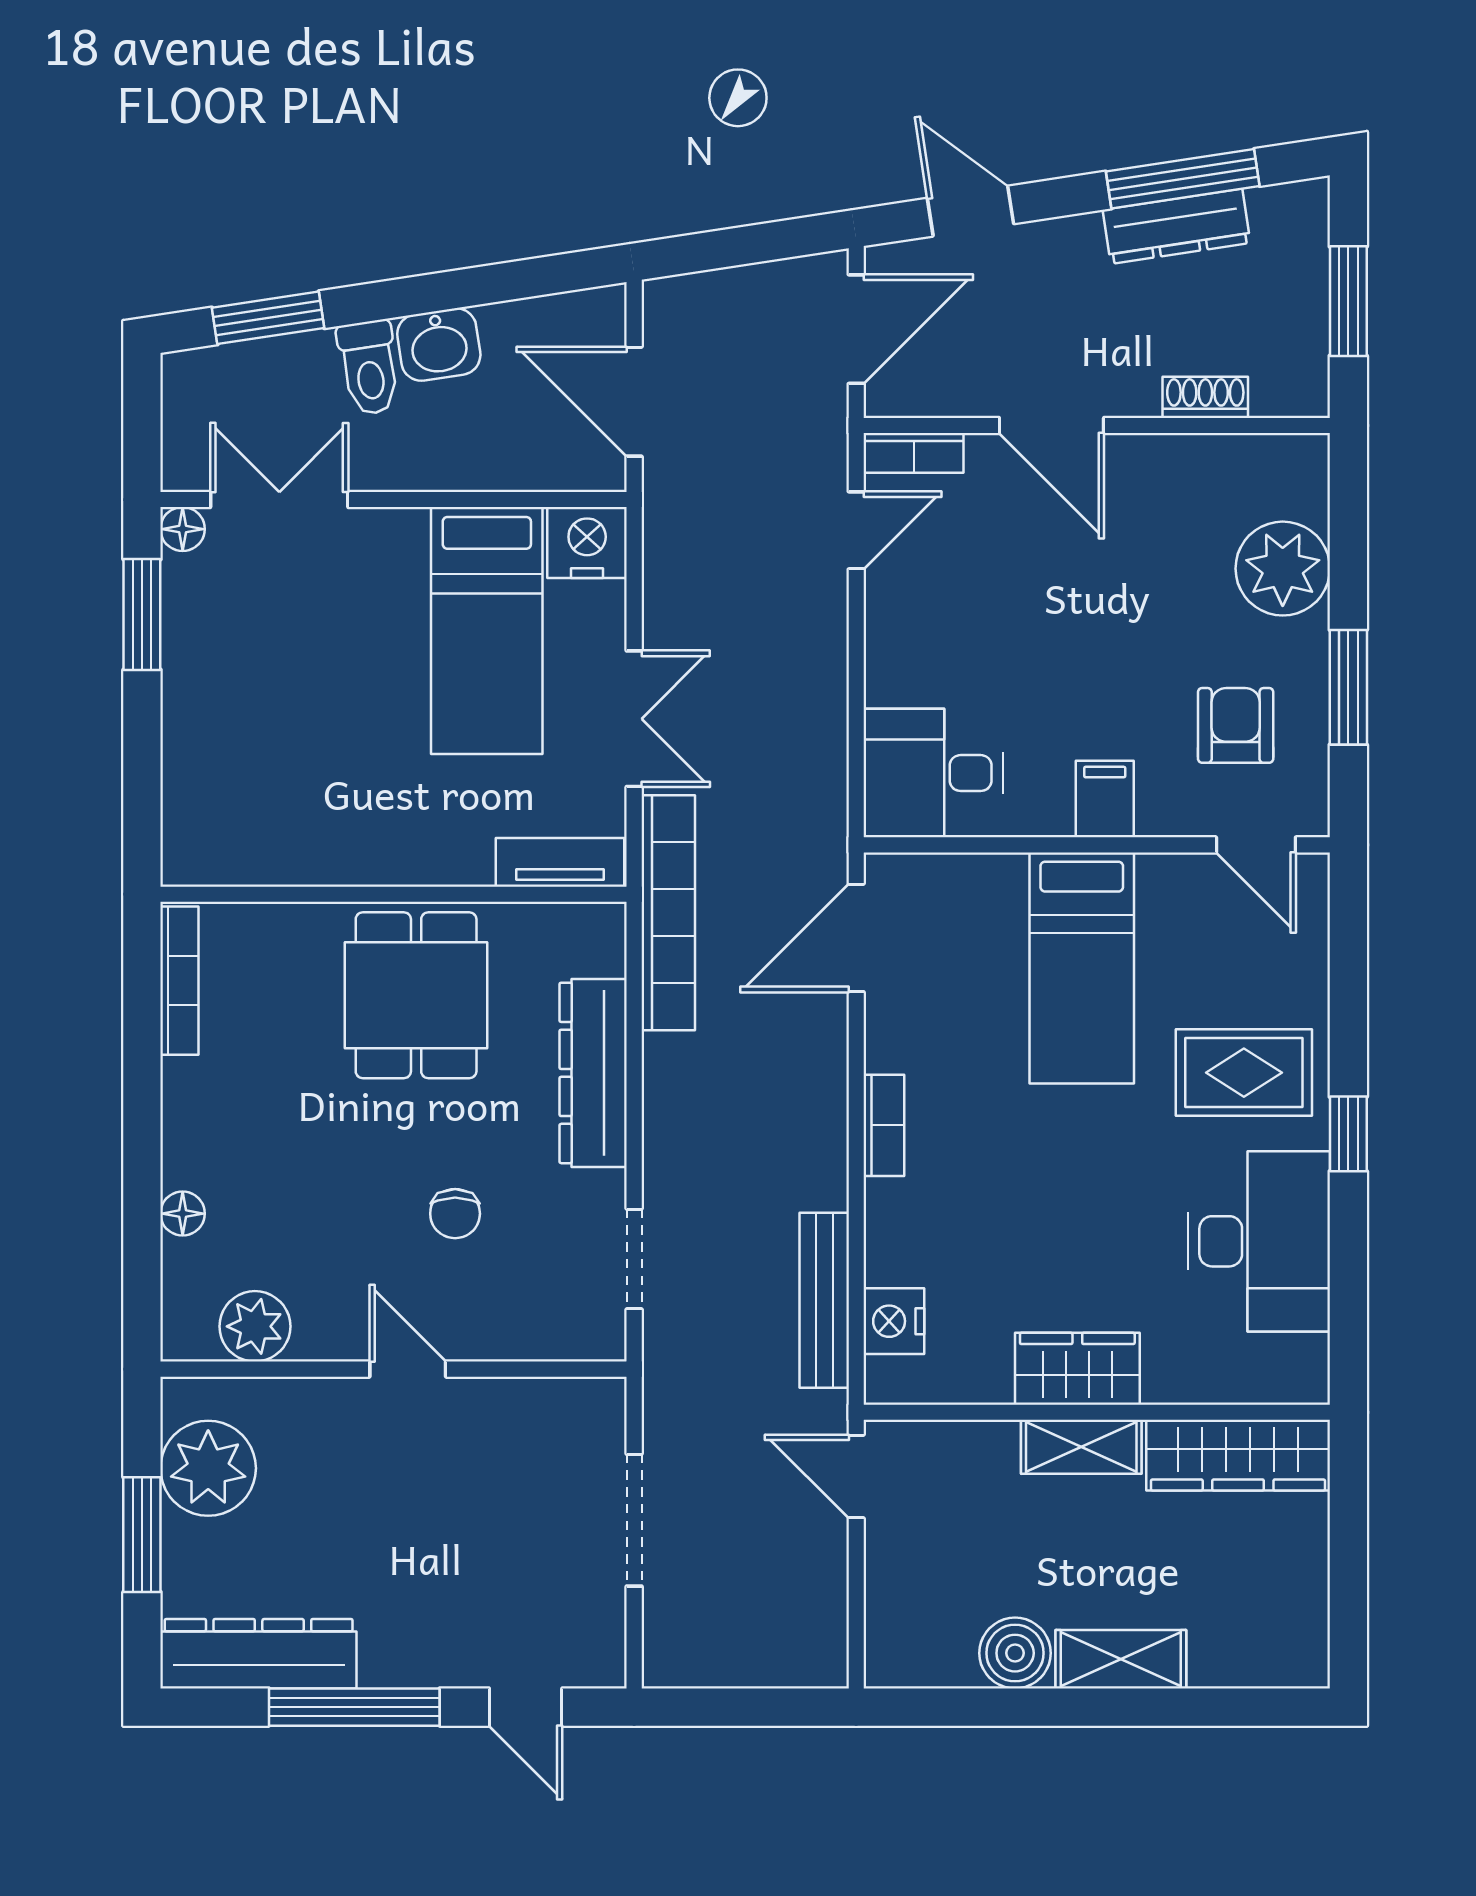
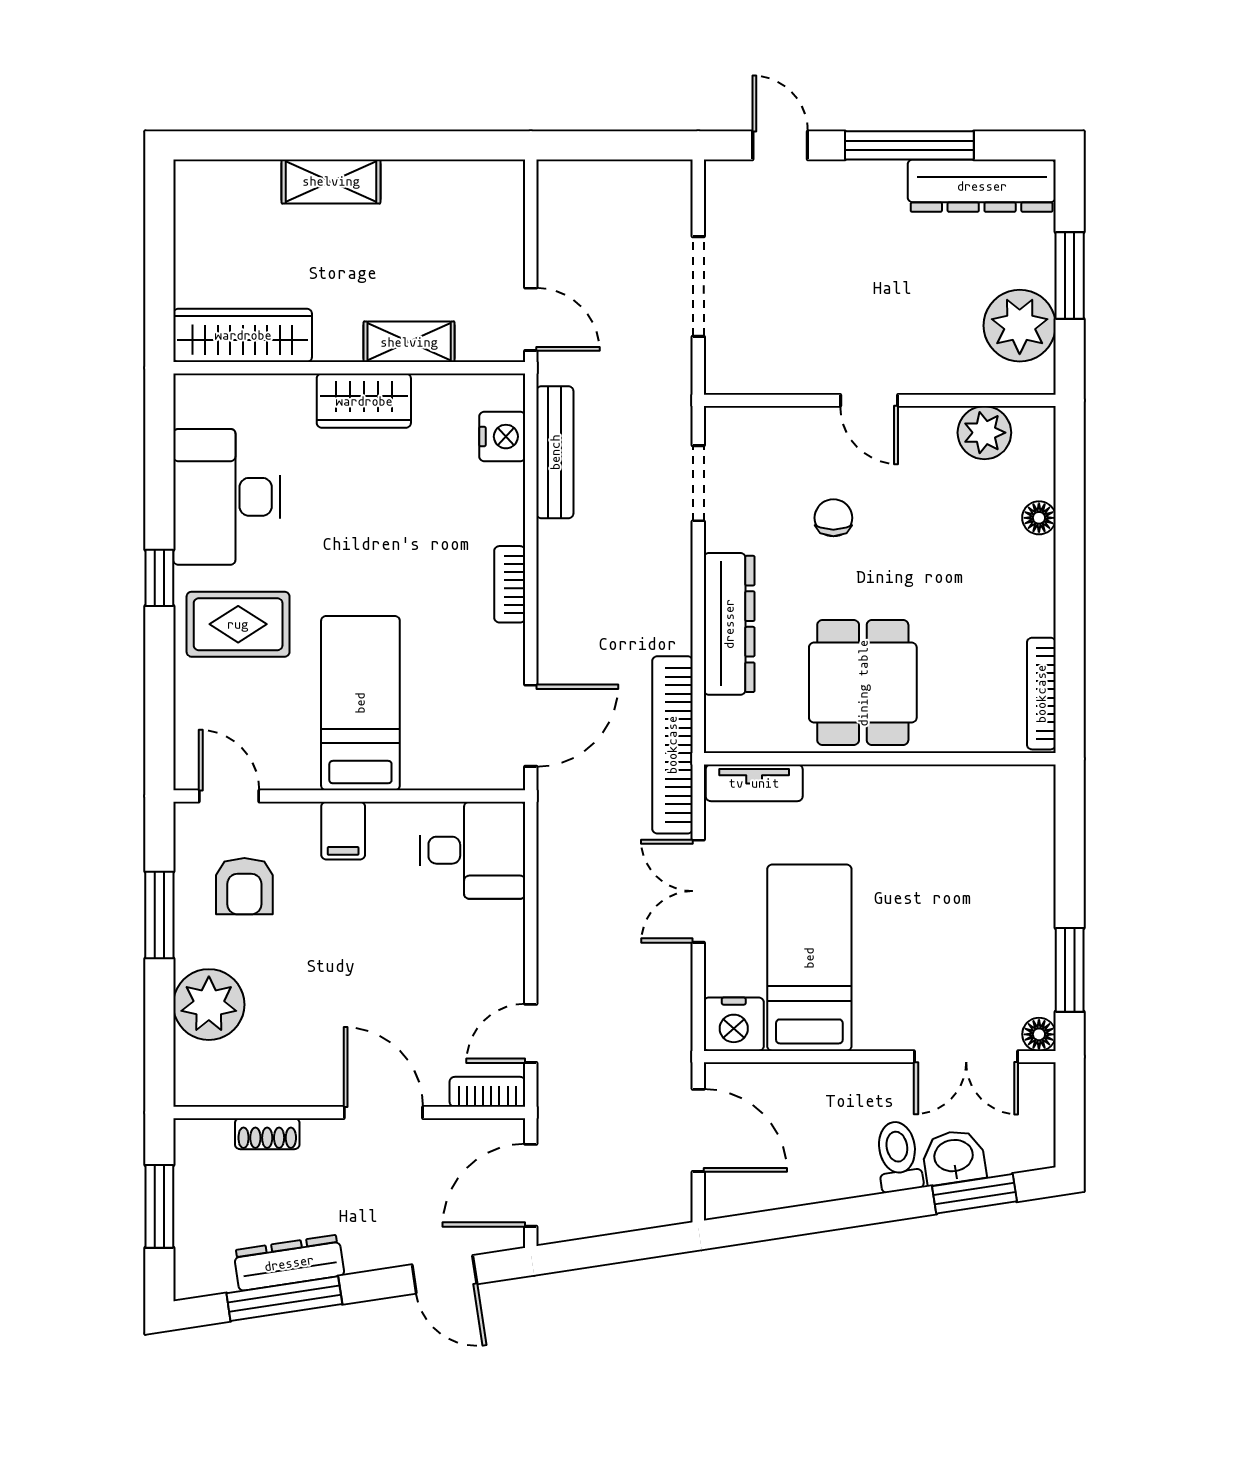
washbasin: (439, 345) -> (954, 1157), moved
shelving: (1081, 1447) -> (409, 342), moved
boiler: (1015, 1653) -> (411, 186), removed

